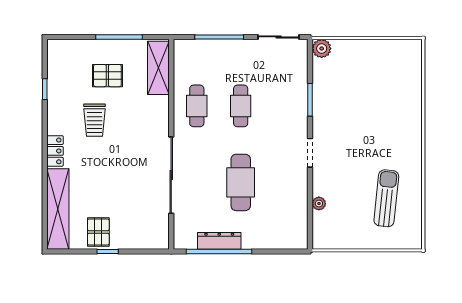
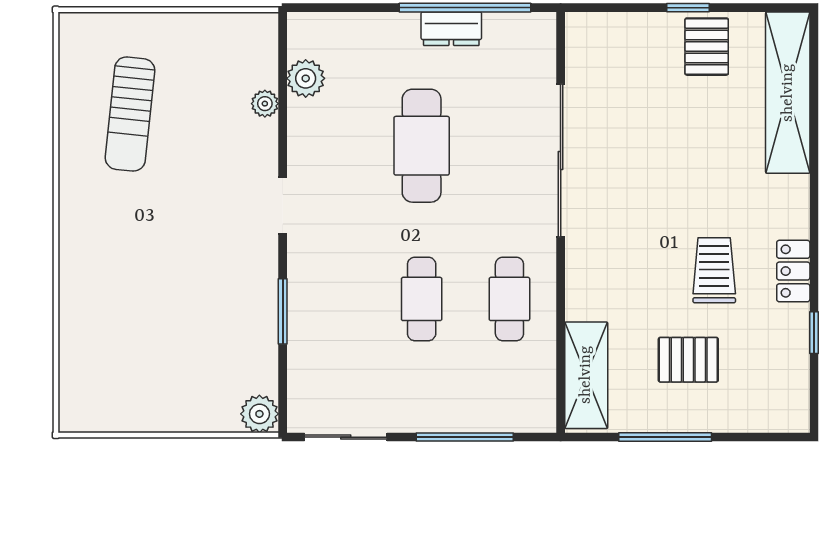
locker: (55, 151) -> (793, 271), moved
plant: (299, 216) -> (306, 78), added
dresser: (219, 241) -> (451, 29), width x0.70

